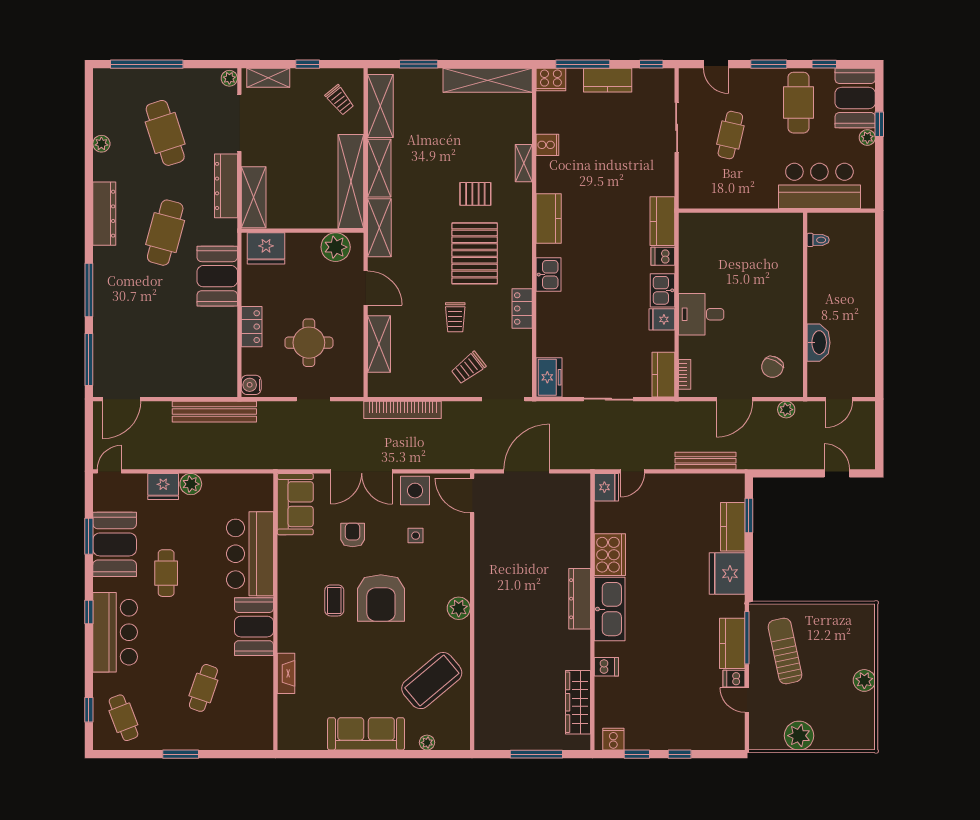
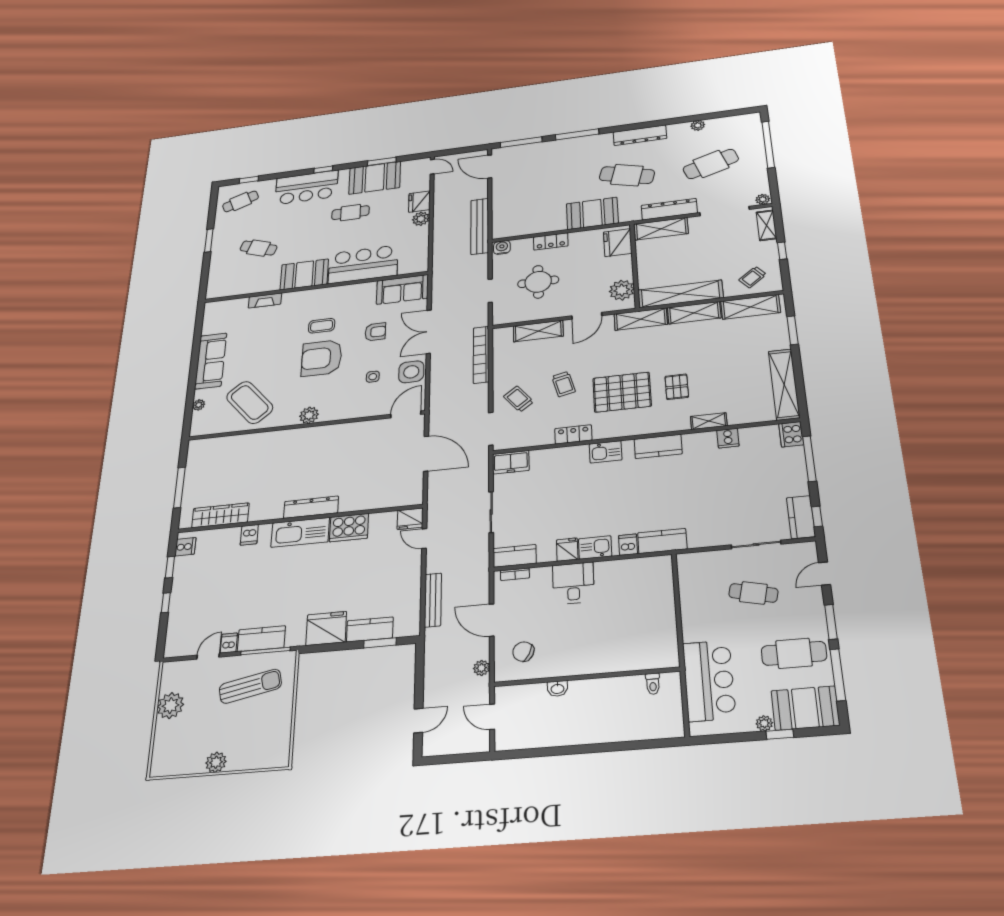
window: (824, 64) -> (838, 675), width x2.17
kitchen counter: (608, 80) -> (801, 517), moved
trolley: (455, 317) -> (564, 384), turned -104
washbasin: (819, 343) -> (557, 689), width x0.52, depth x0.69

